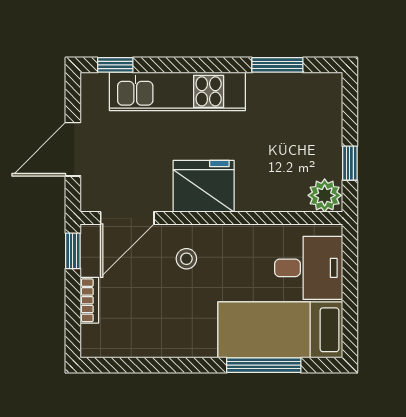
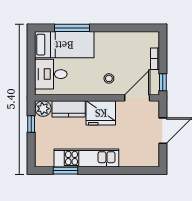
window: (115, 65) -> (143, 171), removed
kitchen unit: (177, 91) -> (86, 158), moved
kitchen counter: (271, 195) -> (69, 109), added

